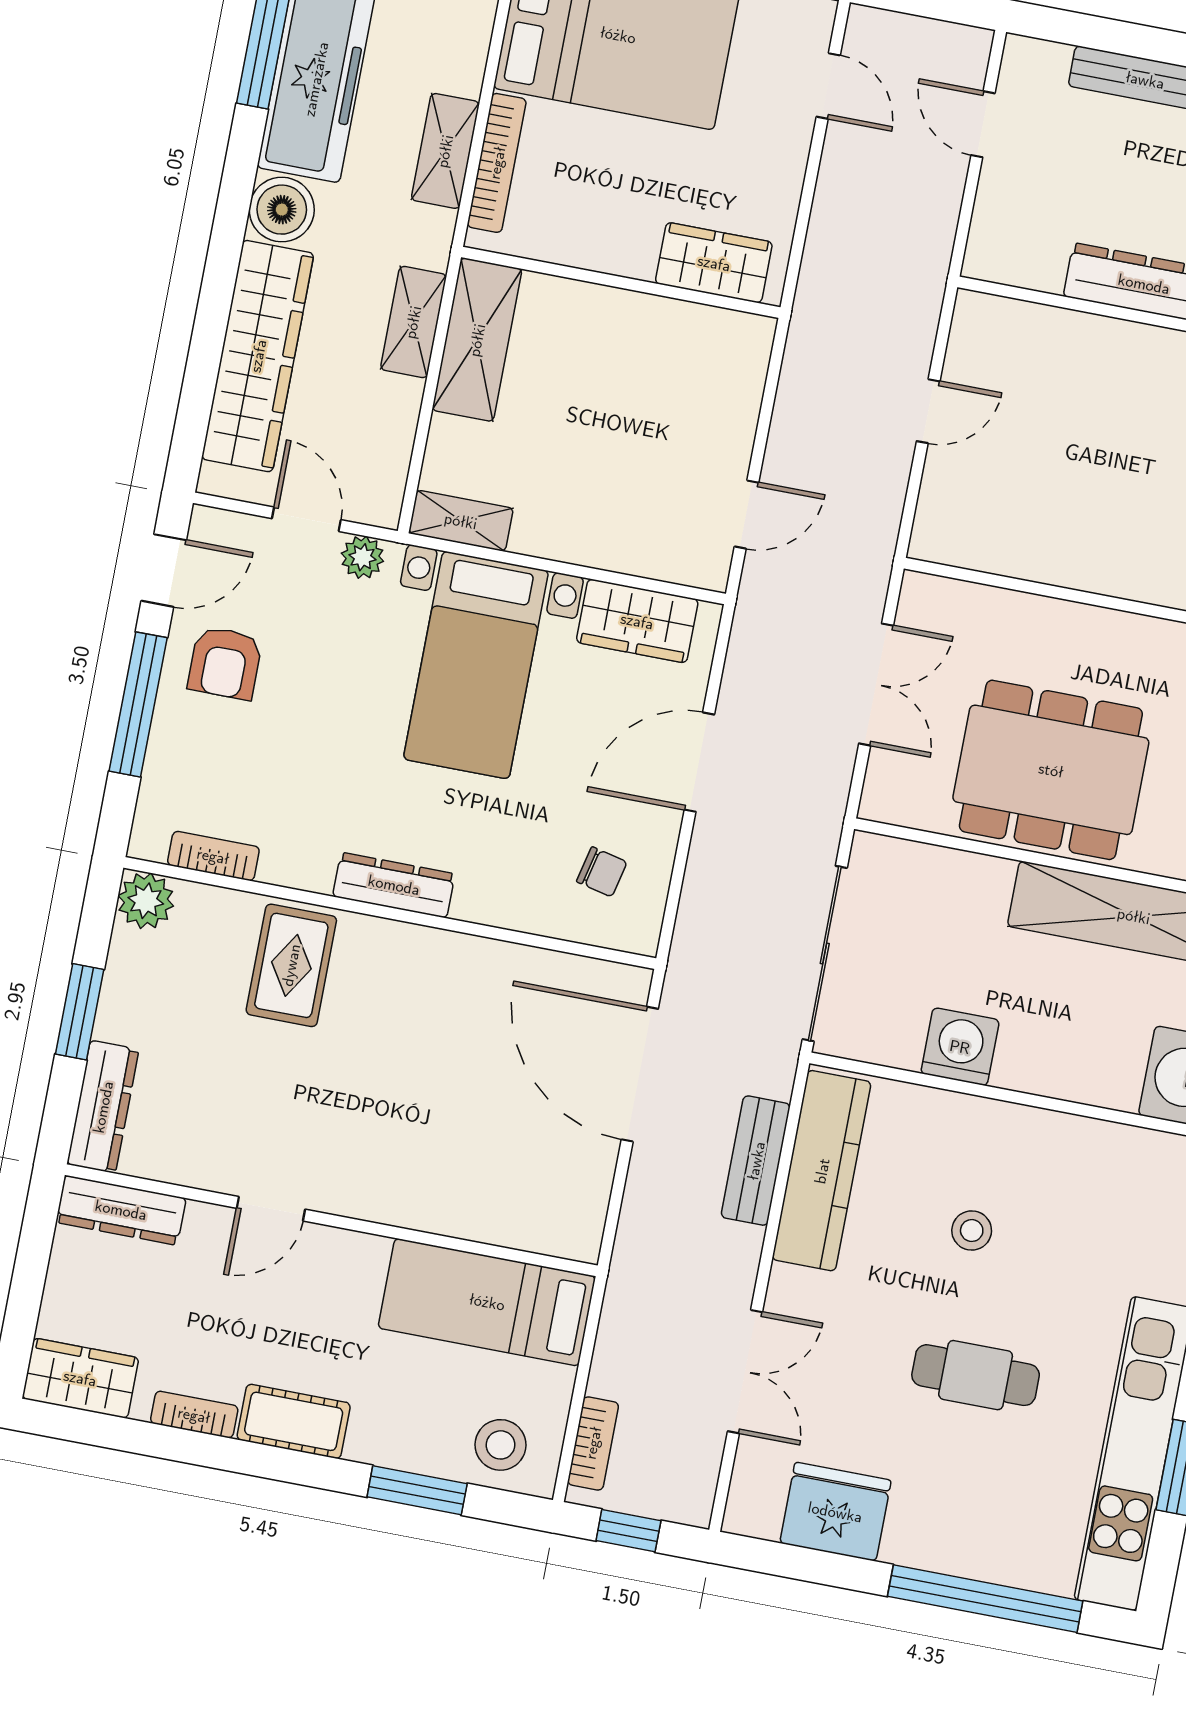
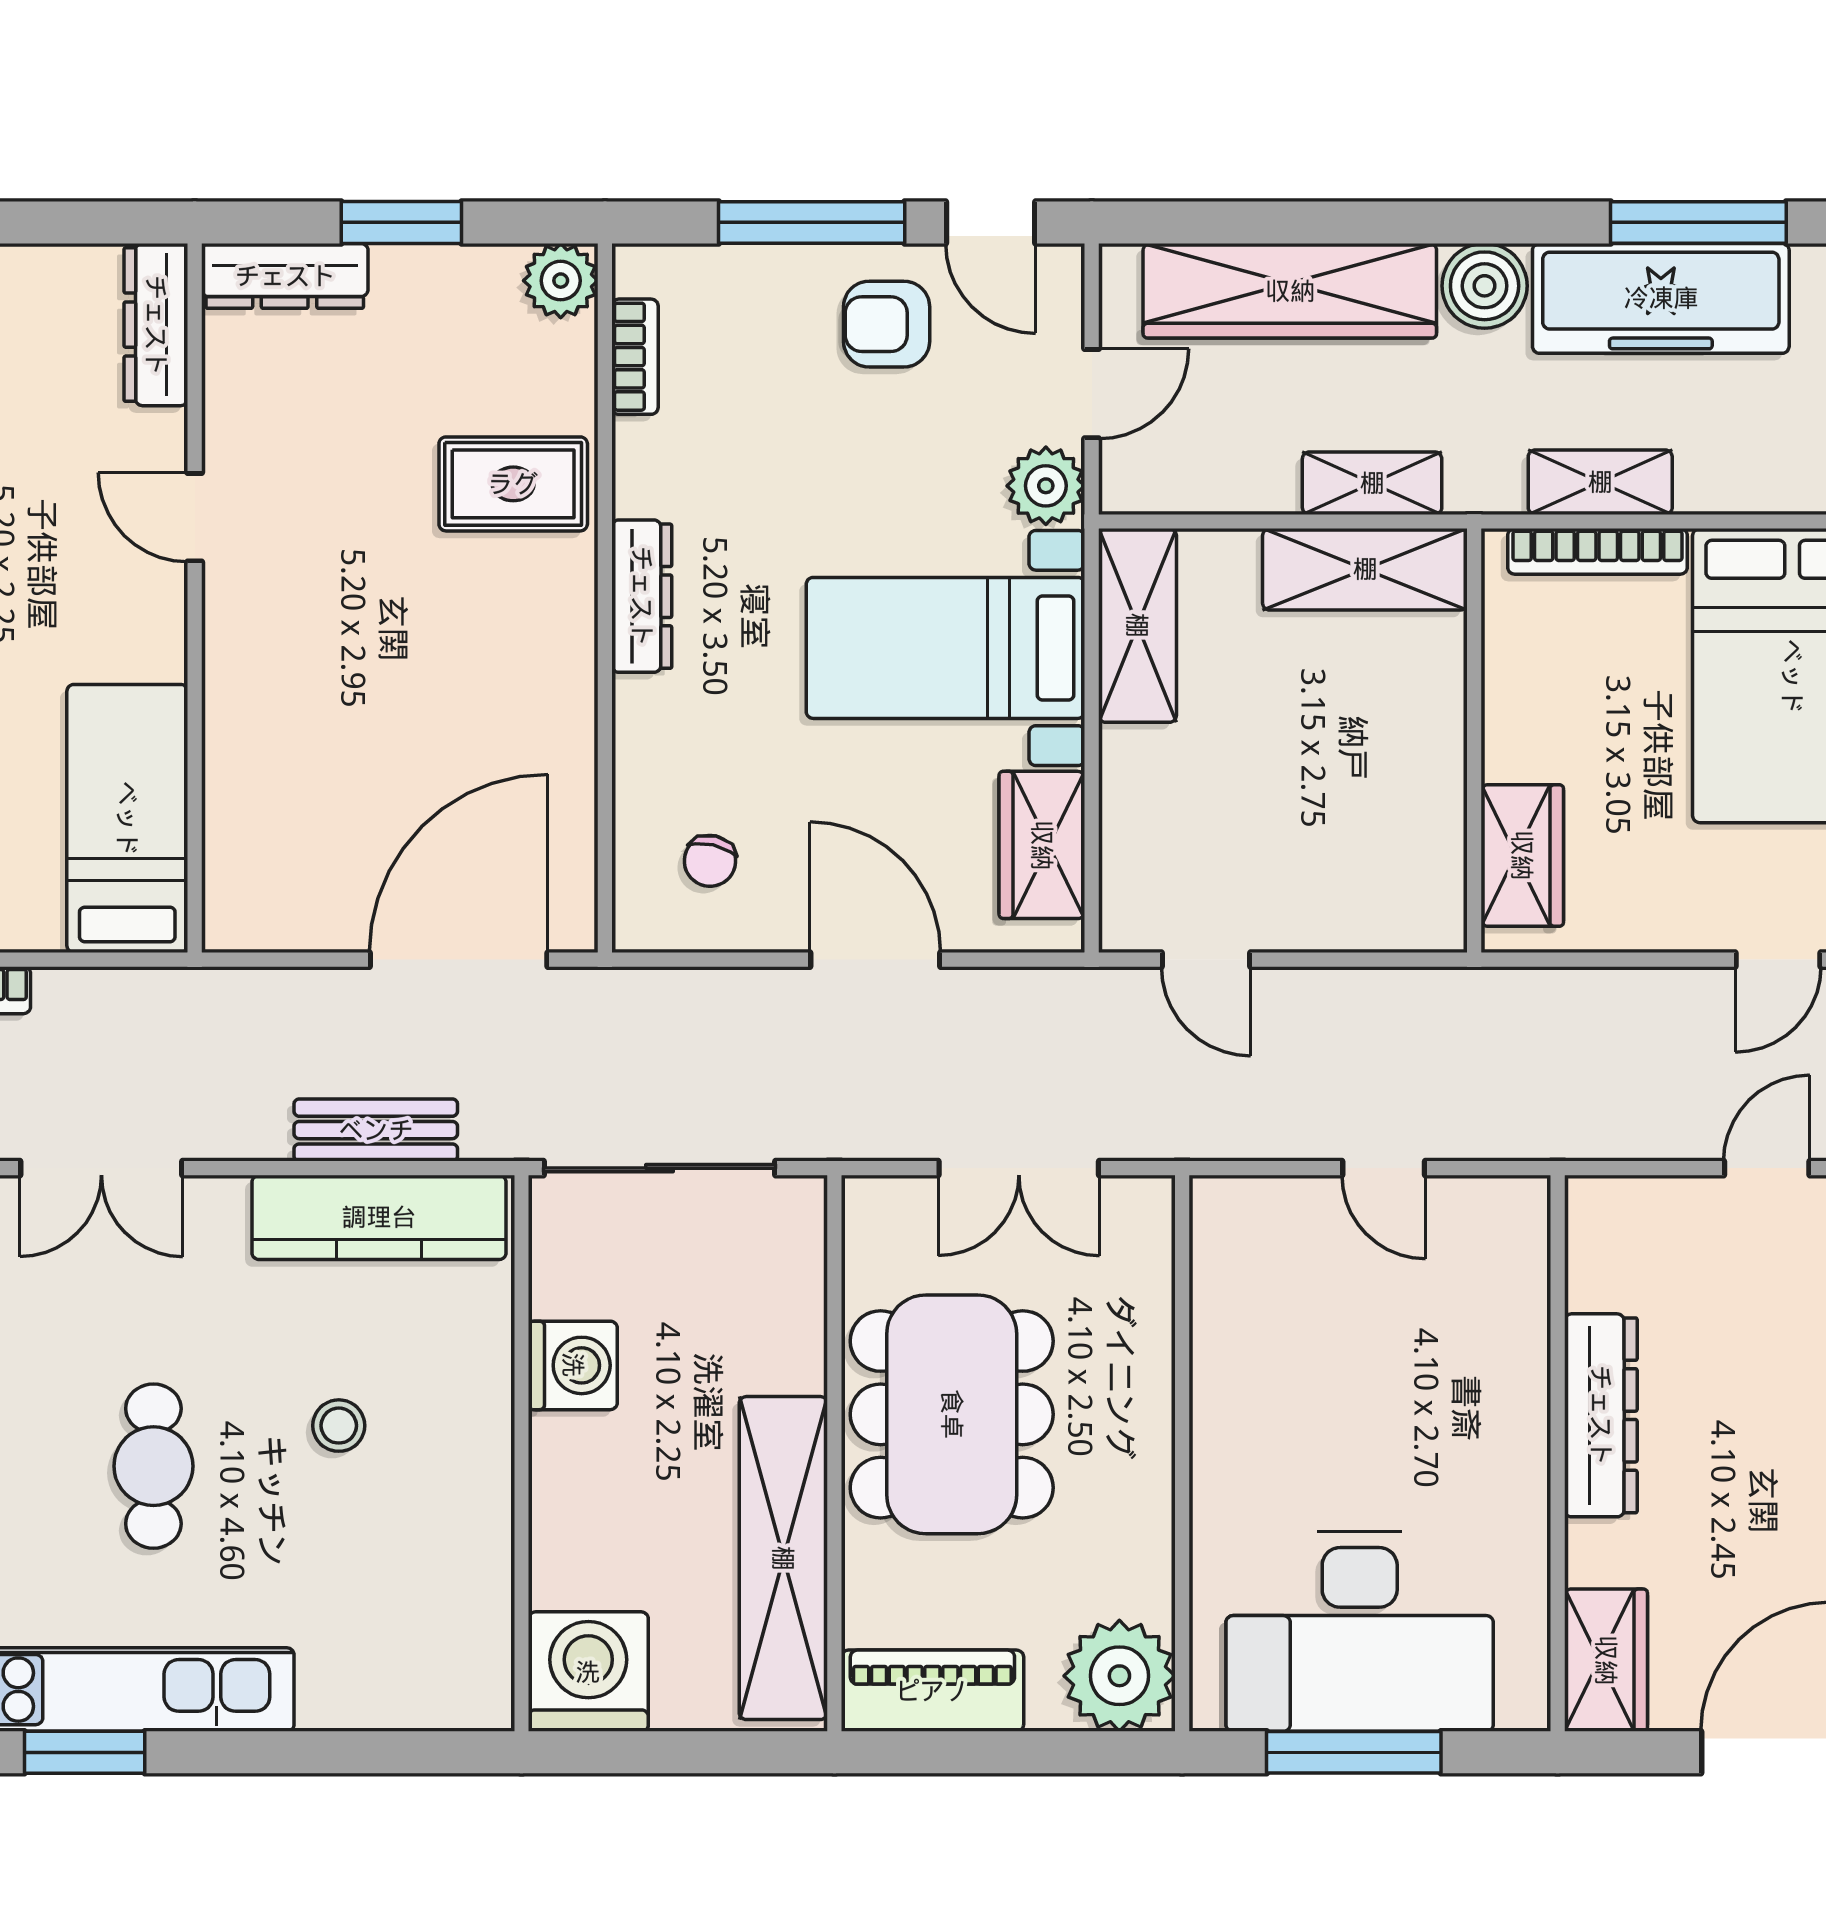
shelving: (461, 521) -> (1137, 625), width x1.50, depth x1.33
plant: (362, 557) -> (1046, 486), width x1.38, depth x1.38

